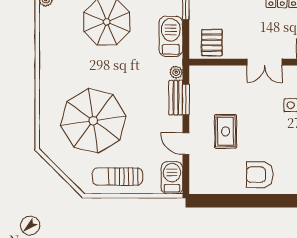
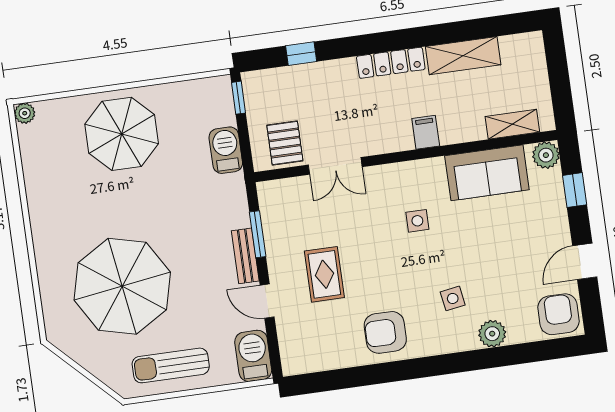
barbecue: (171, 36) -> (226, 150), width x0.73, depth x0.83
double door: (265, 62) -> (335, 166), moved
plant: (176, 72) -> (237, 195), removed
bench: (176, 98) -> (245, 256), moved

